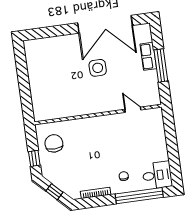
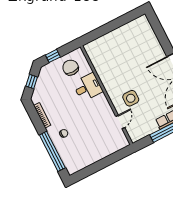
side table: (98, 68) -> (131, 98), moved
chair: (54, 143) -> (71, 68), turned -88
desk: (157, 175) -> (88, 87), moved, turned -90

